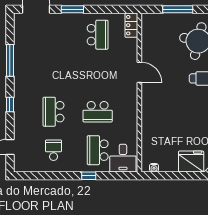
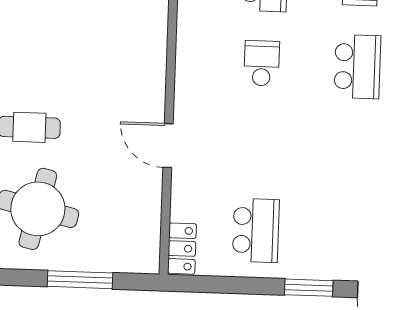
school desk: (98, 35) -> (256, 230), turned 180
school desk: (98, 112) -> (262, 63), width x0.54

